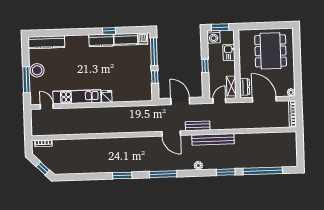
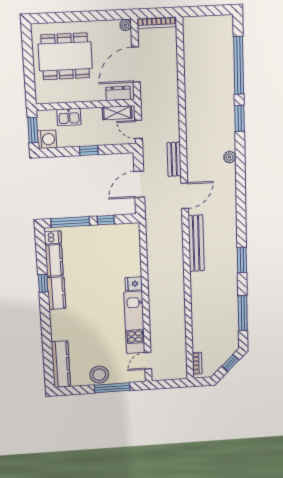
bench: (213, 139) -> (196, 243), moved
window: (163, 174) -> (243, 313), moved

